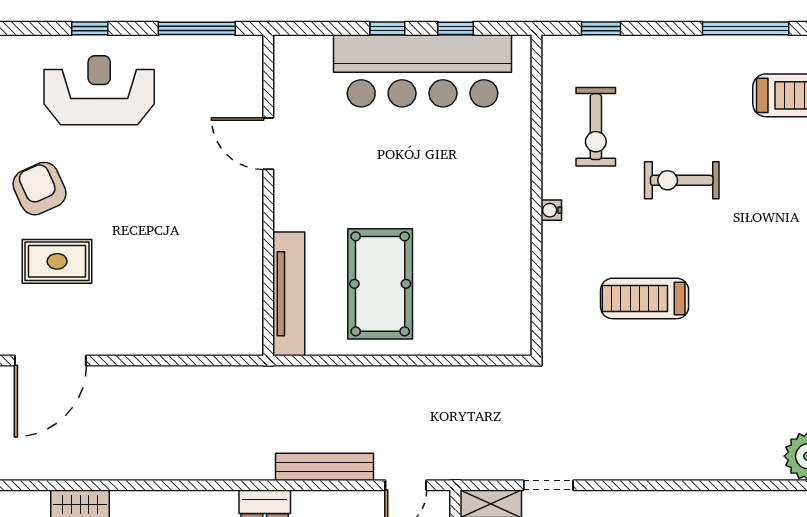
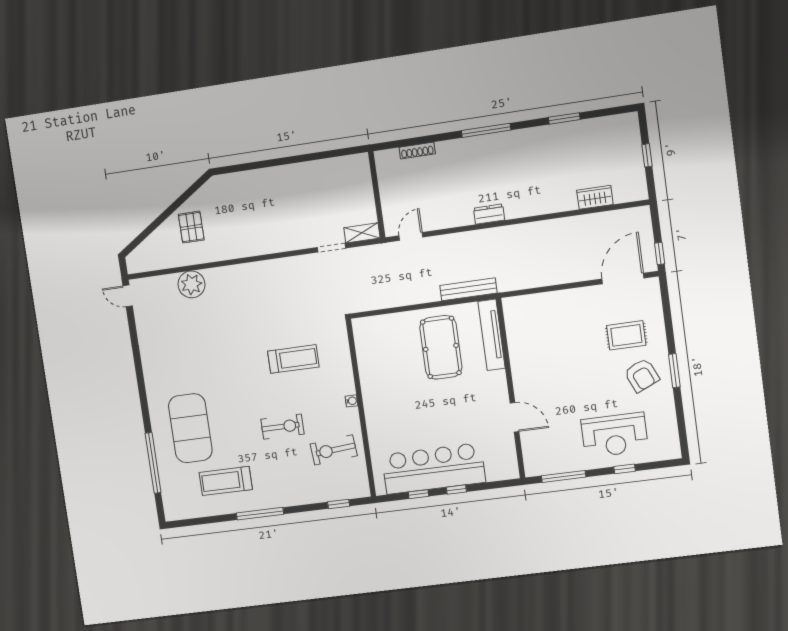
exercise bike: (596, 127) -> (334, 450), turned -95
bench: (324, 467) -> (468, 289), moved

